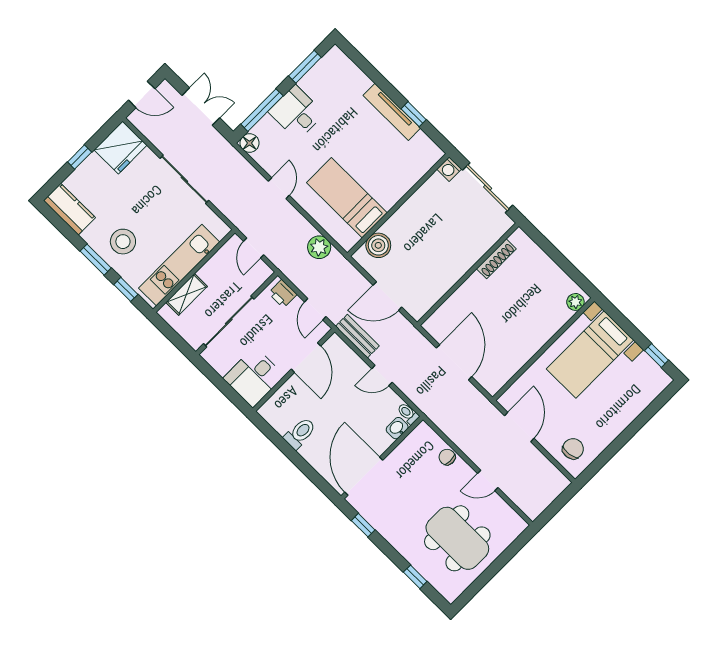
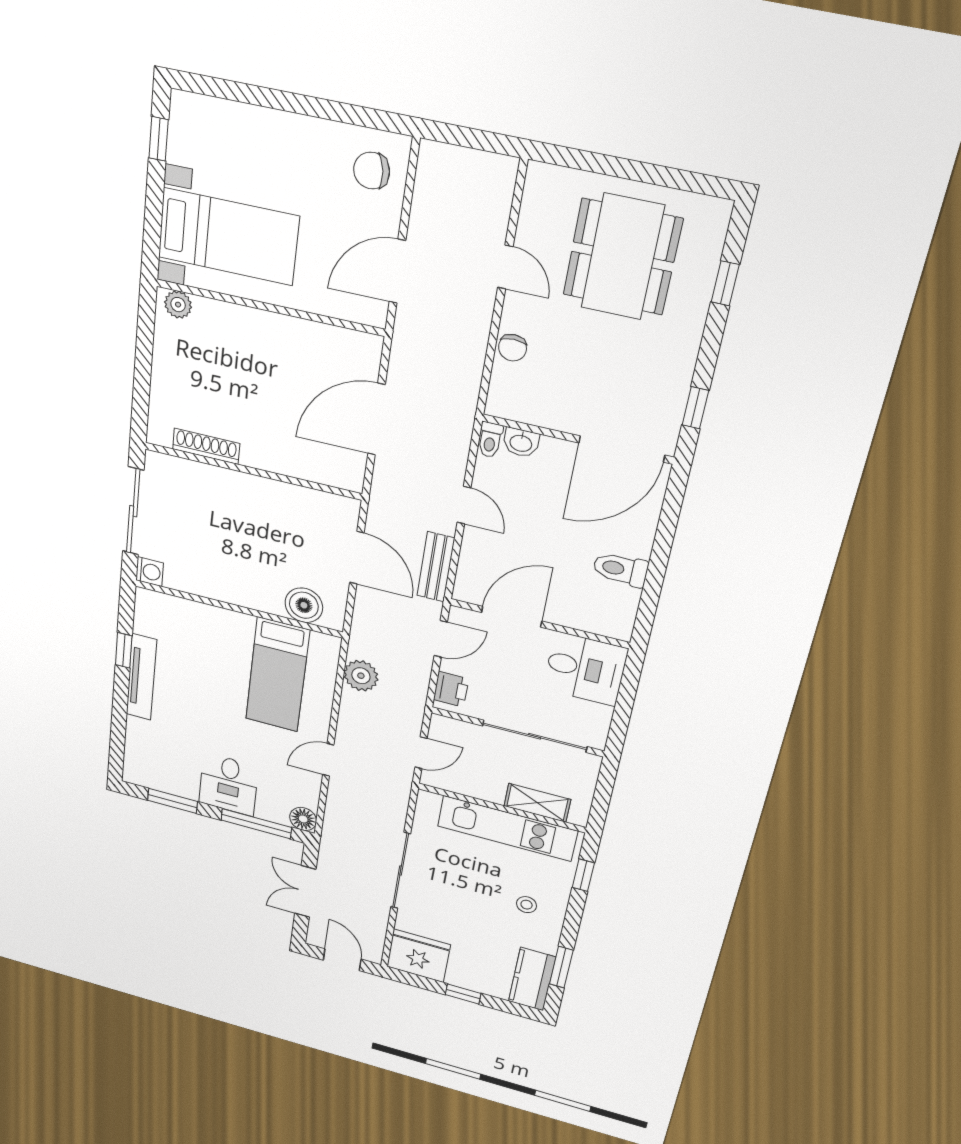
stool: (123, 242) -> (527, 905), width x0.53, depth x0.53
window: (96, 260) -> (561, 967), moved

